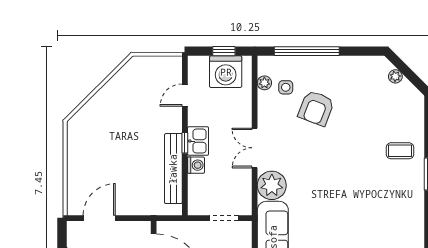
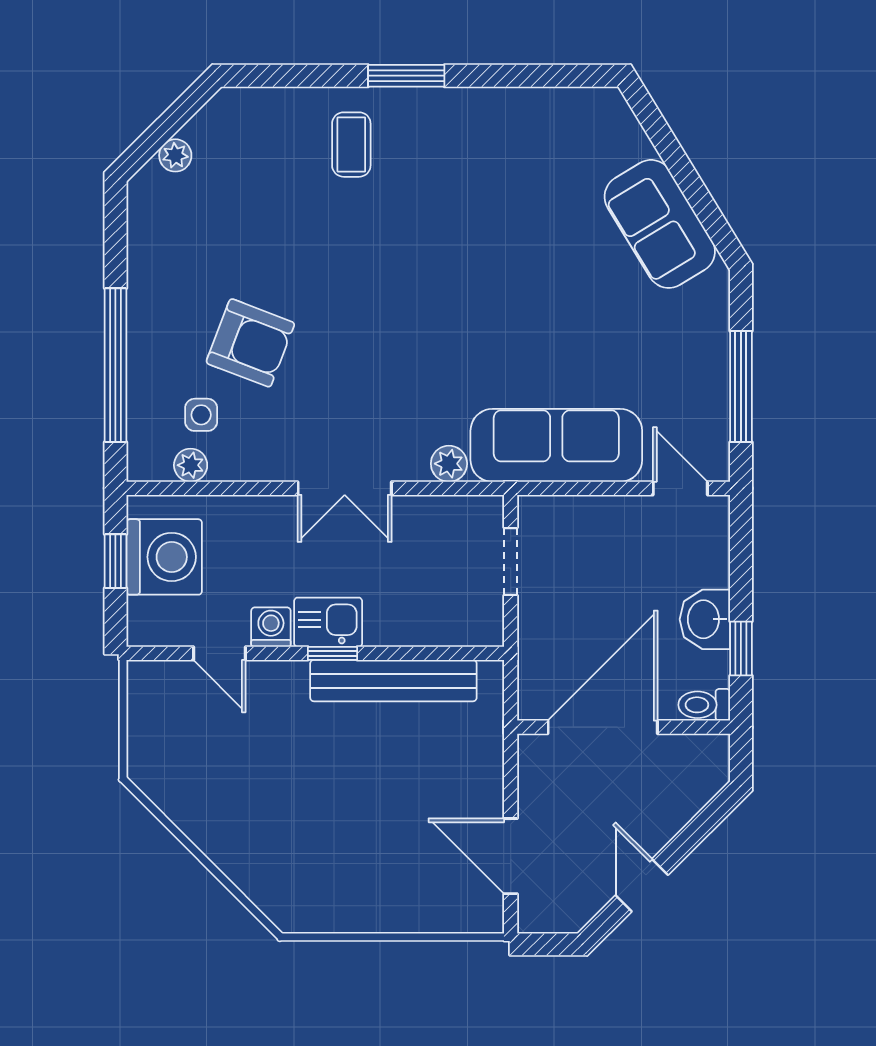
washing machine: (196, 165) -> (271, 627), moved
plant: (272, 185) -> (449, 464), width x0.53, depth x0.53

